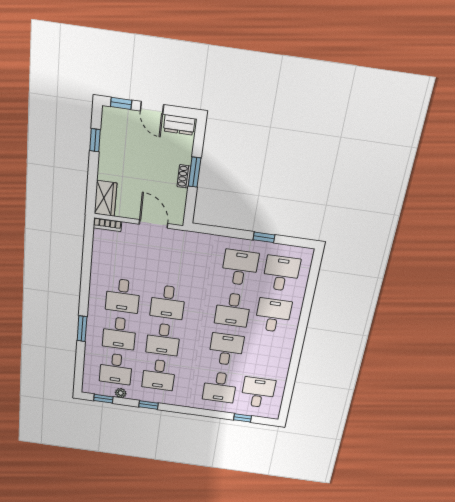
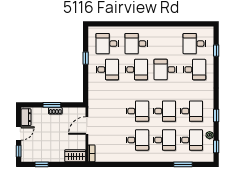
desk: (240, 268) -> (107, 70), turned 180
window: (82, 329) -> (183, 164), moved

